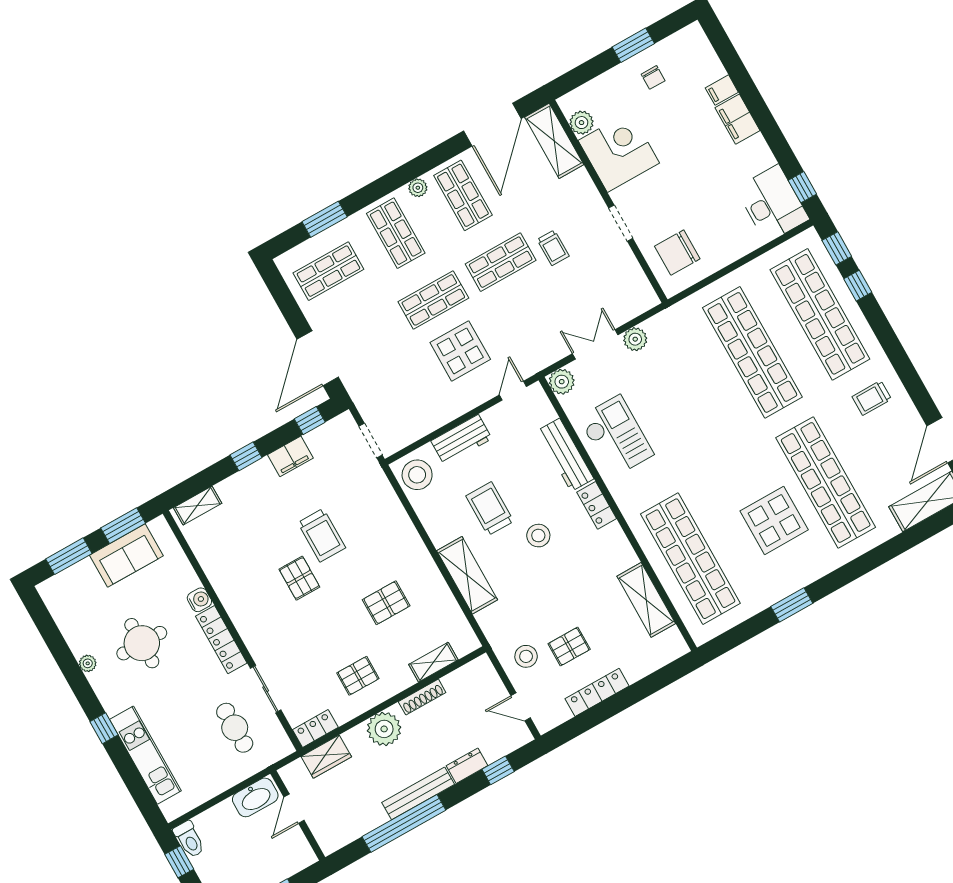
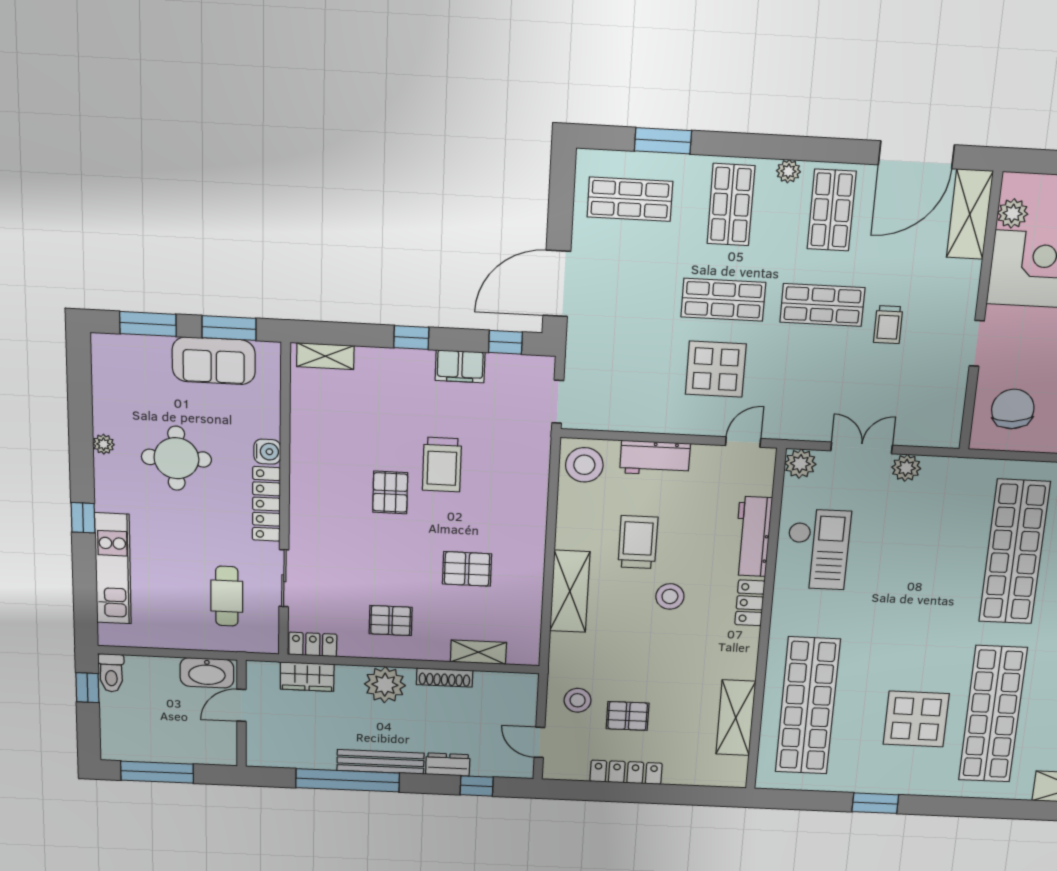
chair: (677, 253) -> (1013, 409), turned 85

